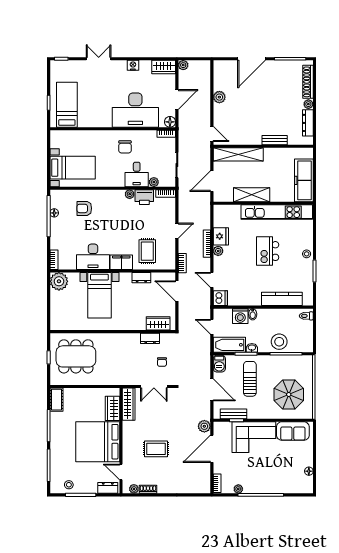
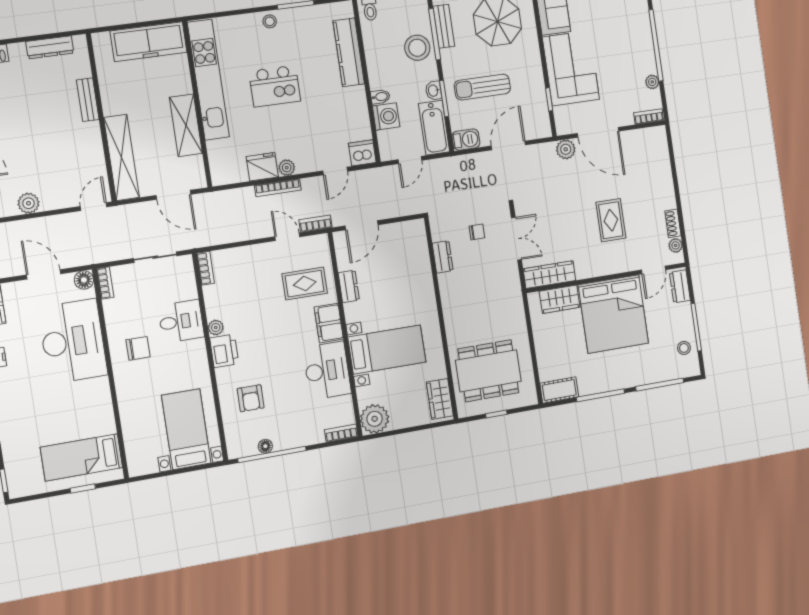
plant: (308, 104) -> (17, 51), removed
plant: (154, 182) -> (190, 291), removed
printer: (144, 197) -> (224, 351), moved
door: (177, 231) -> (287, 237), moved
wardrobe: (158, 323) -> (440, 399), moved
dining table: (76, 356) -> (488, 371), turned 90
bench: (233, 414) -> (444, 26), moved

